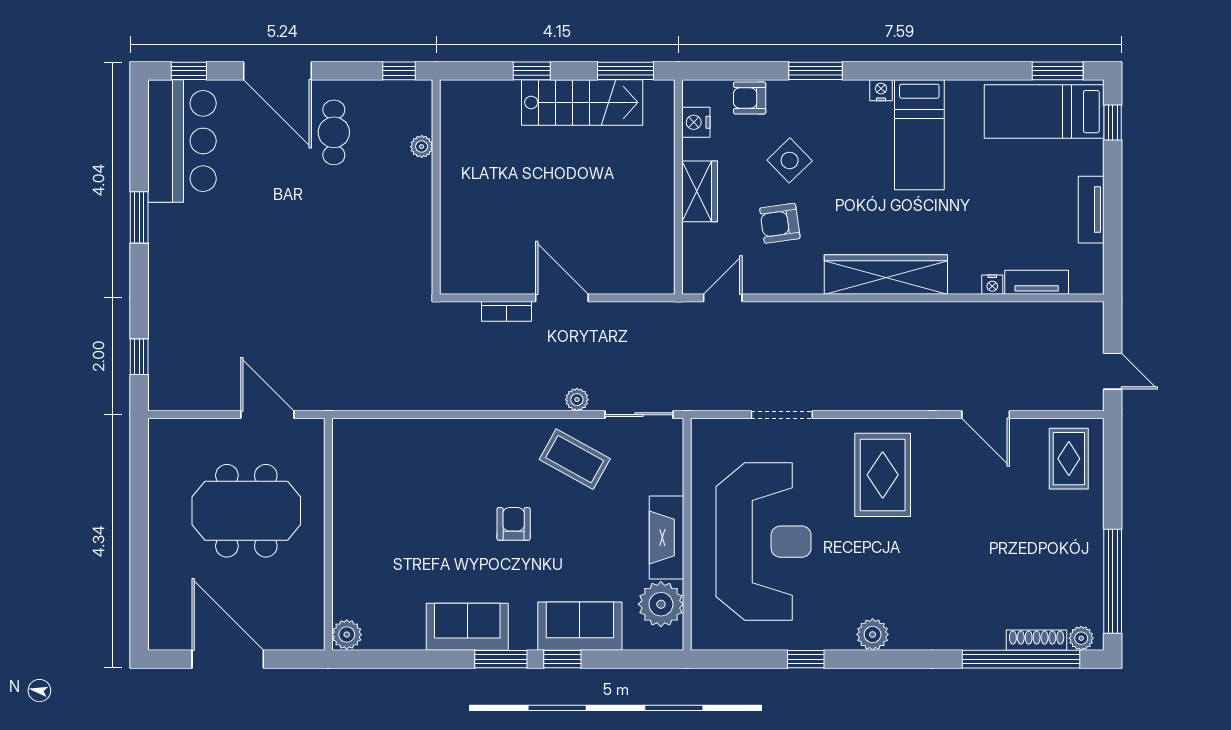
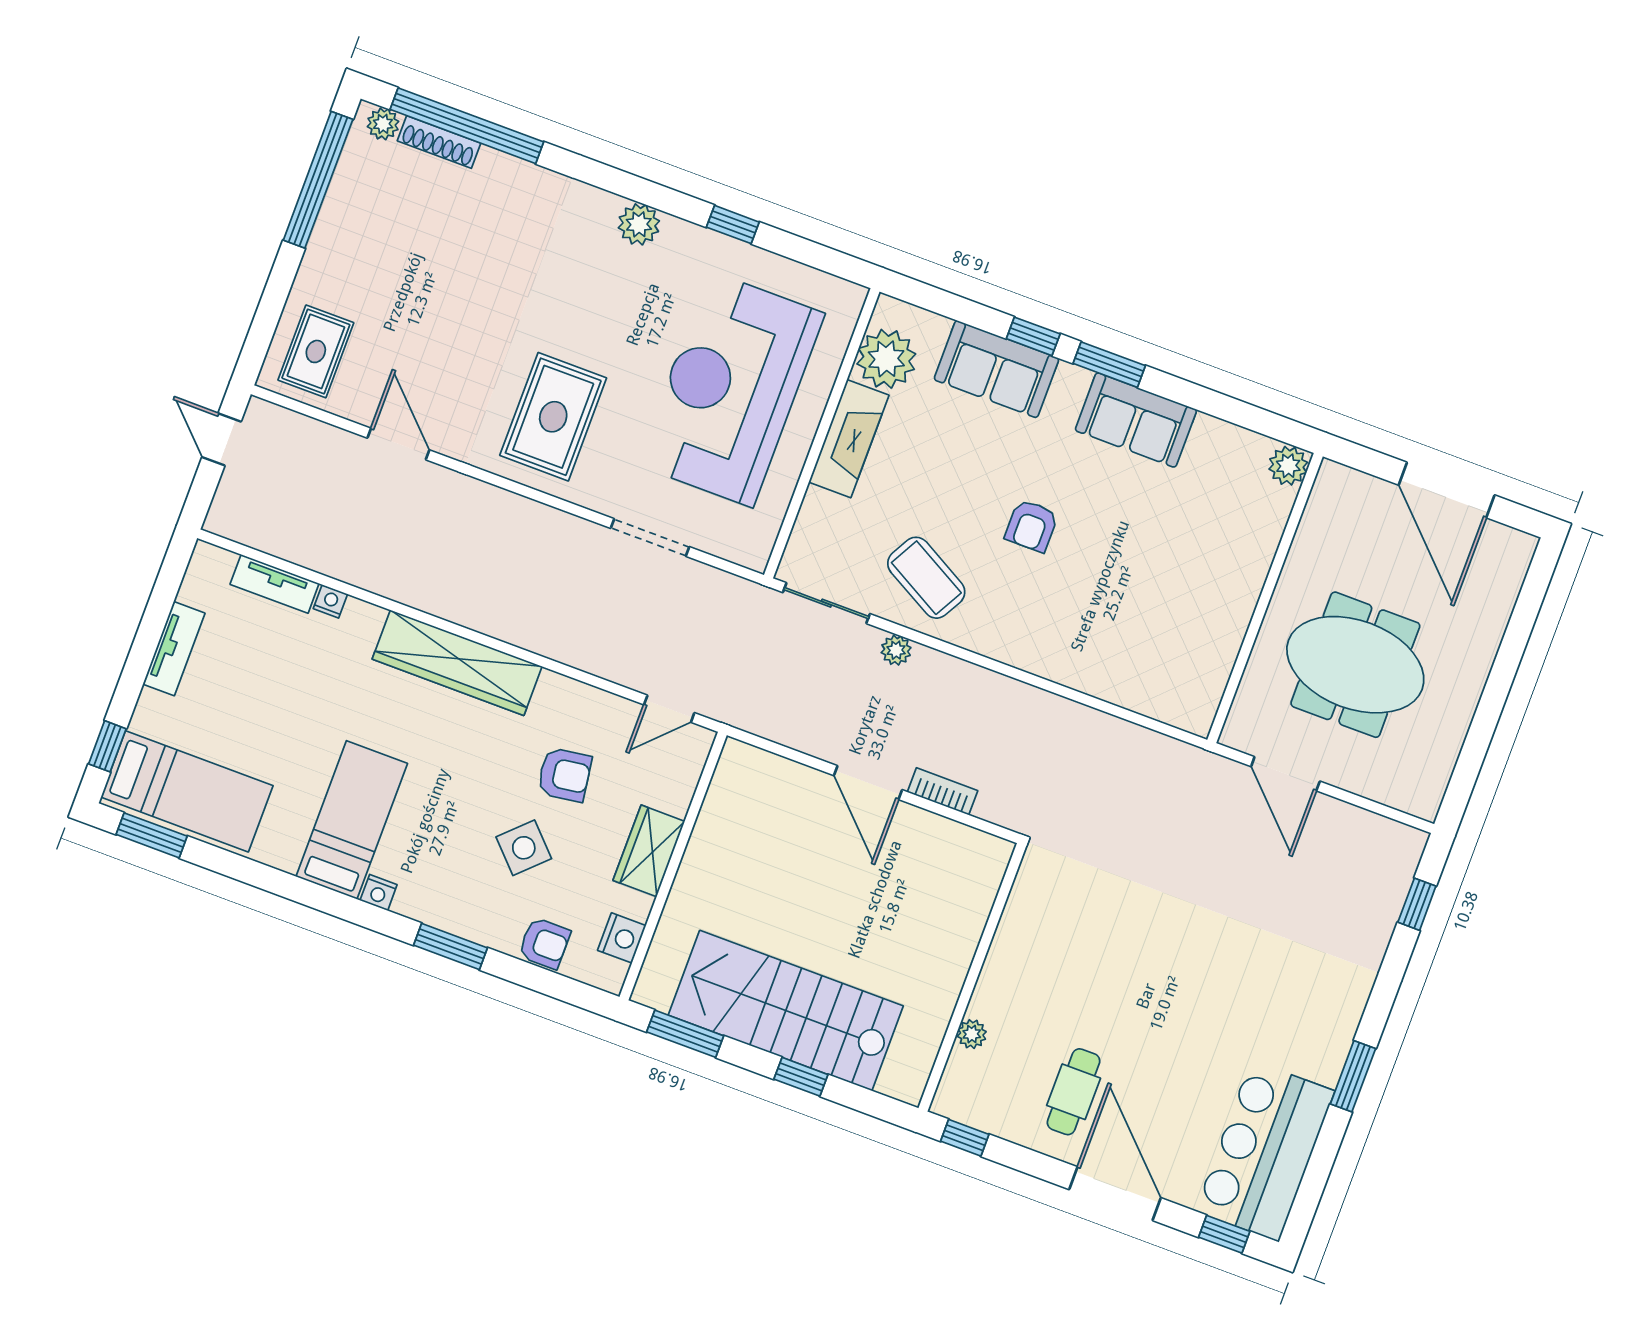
stairs: (582, 102) -> (786, 1011), width x1.36, depth x1.51

